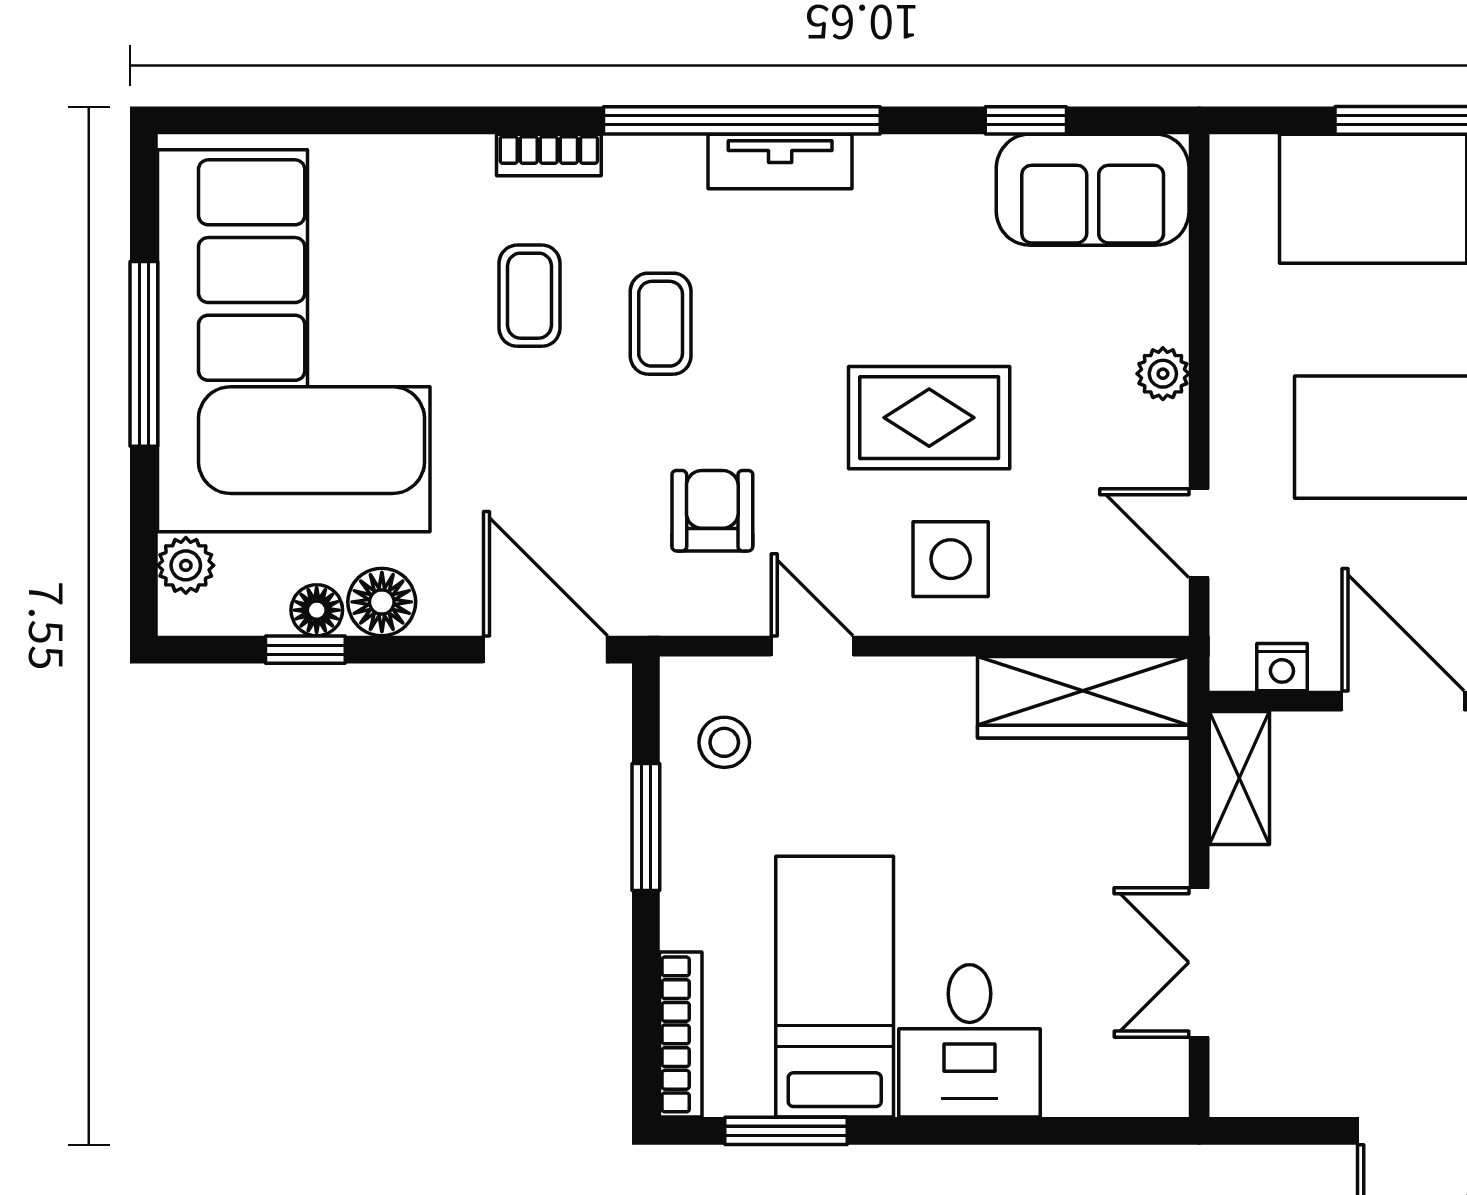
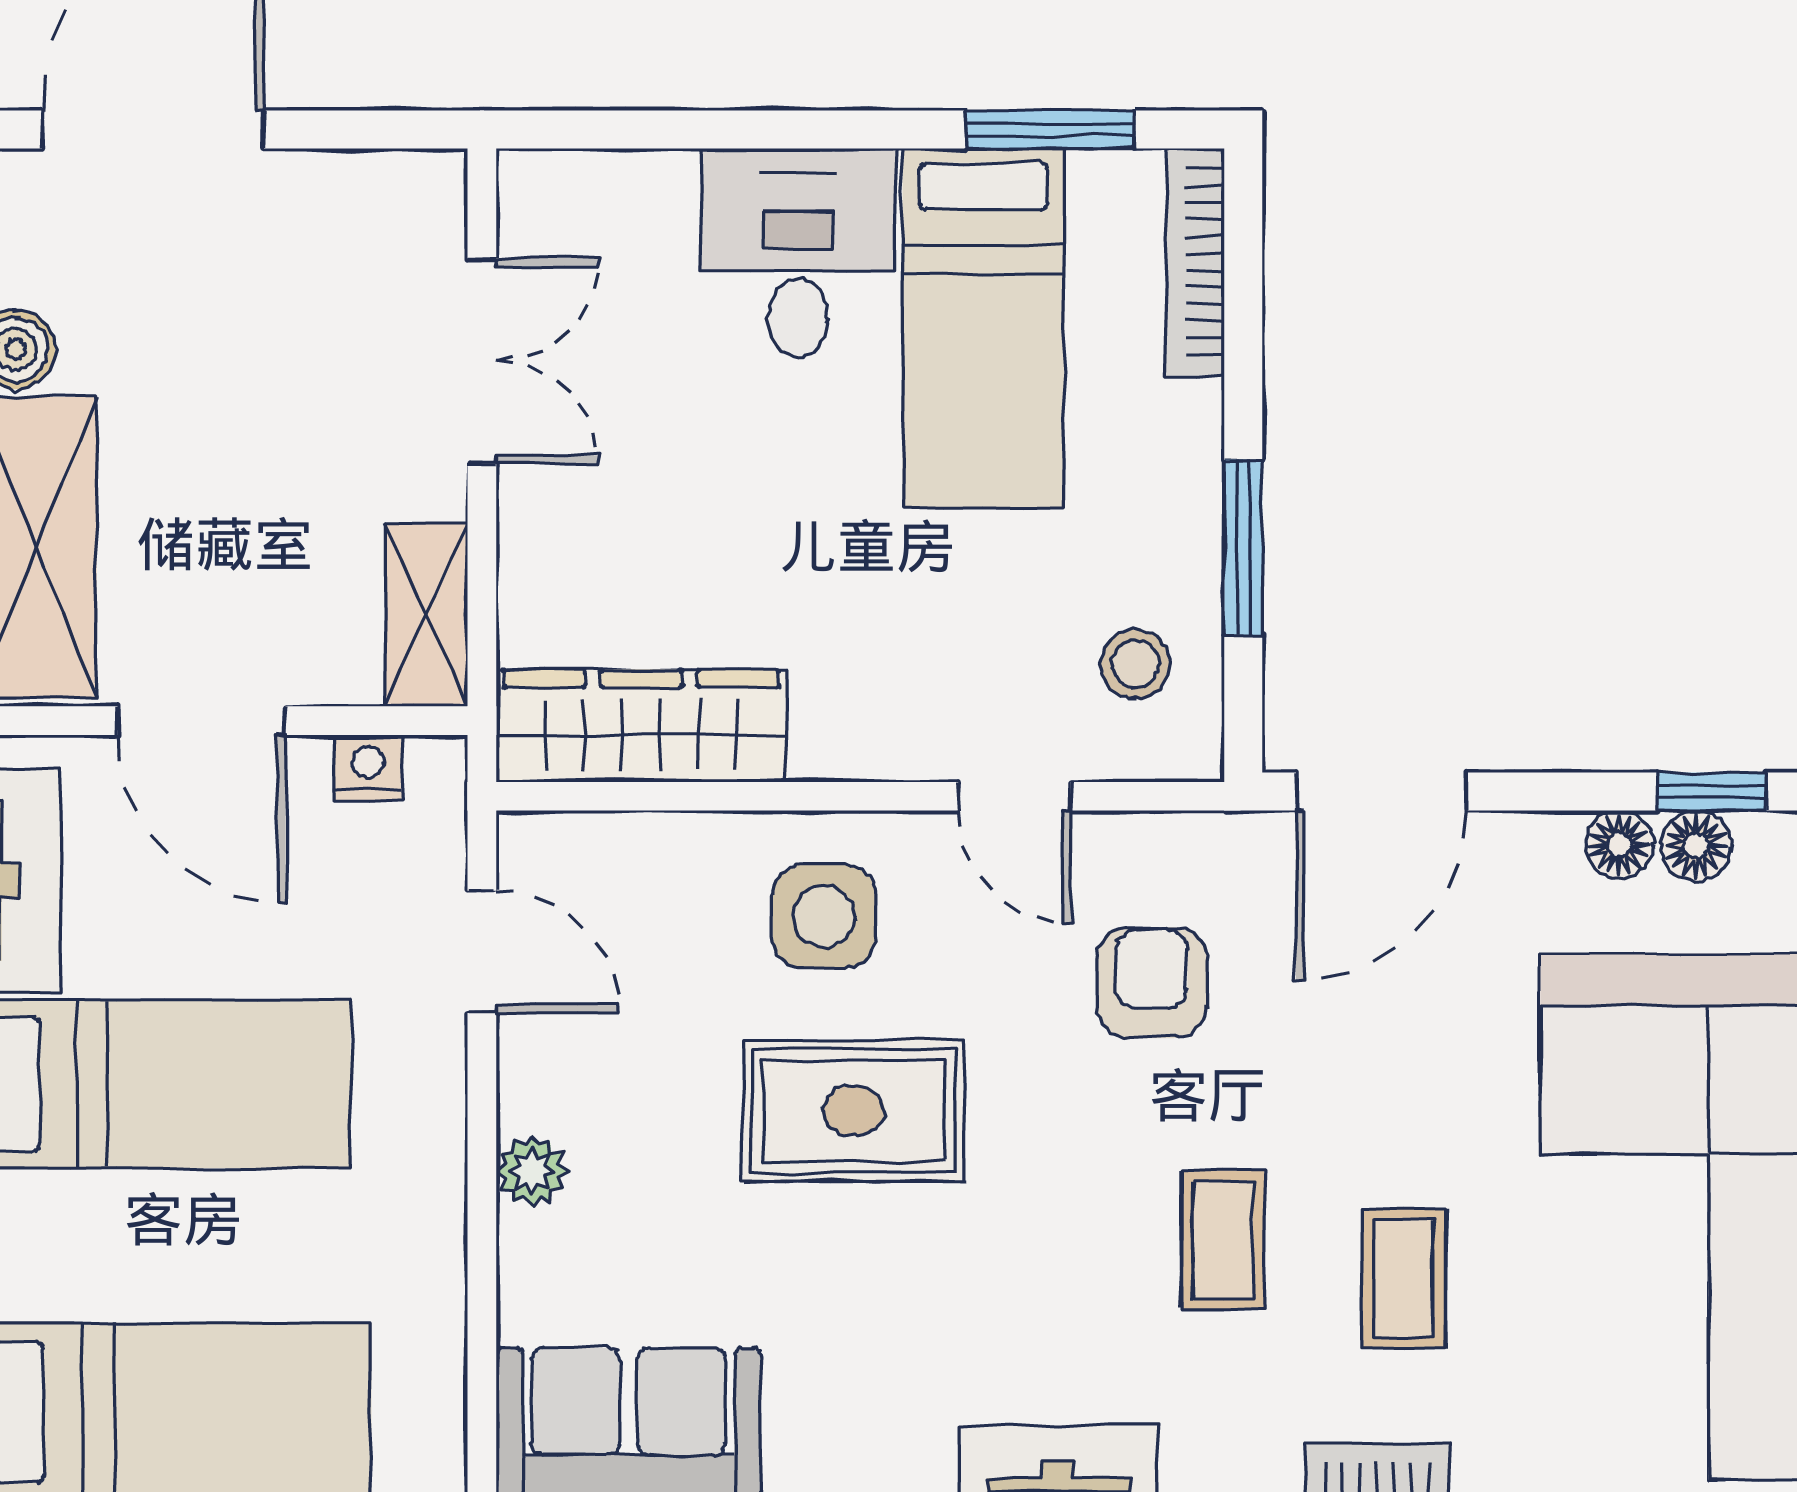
armchair: (712, 511) -> (1152, 983), turned 180
floor lamp: (382, 602) -> (1619, 844), width x0.73, depth x0.73
door: (546, 650) -> (1381, 792), hinge flipped

